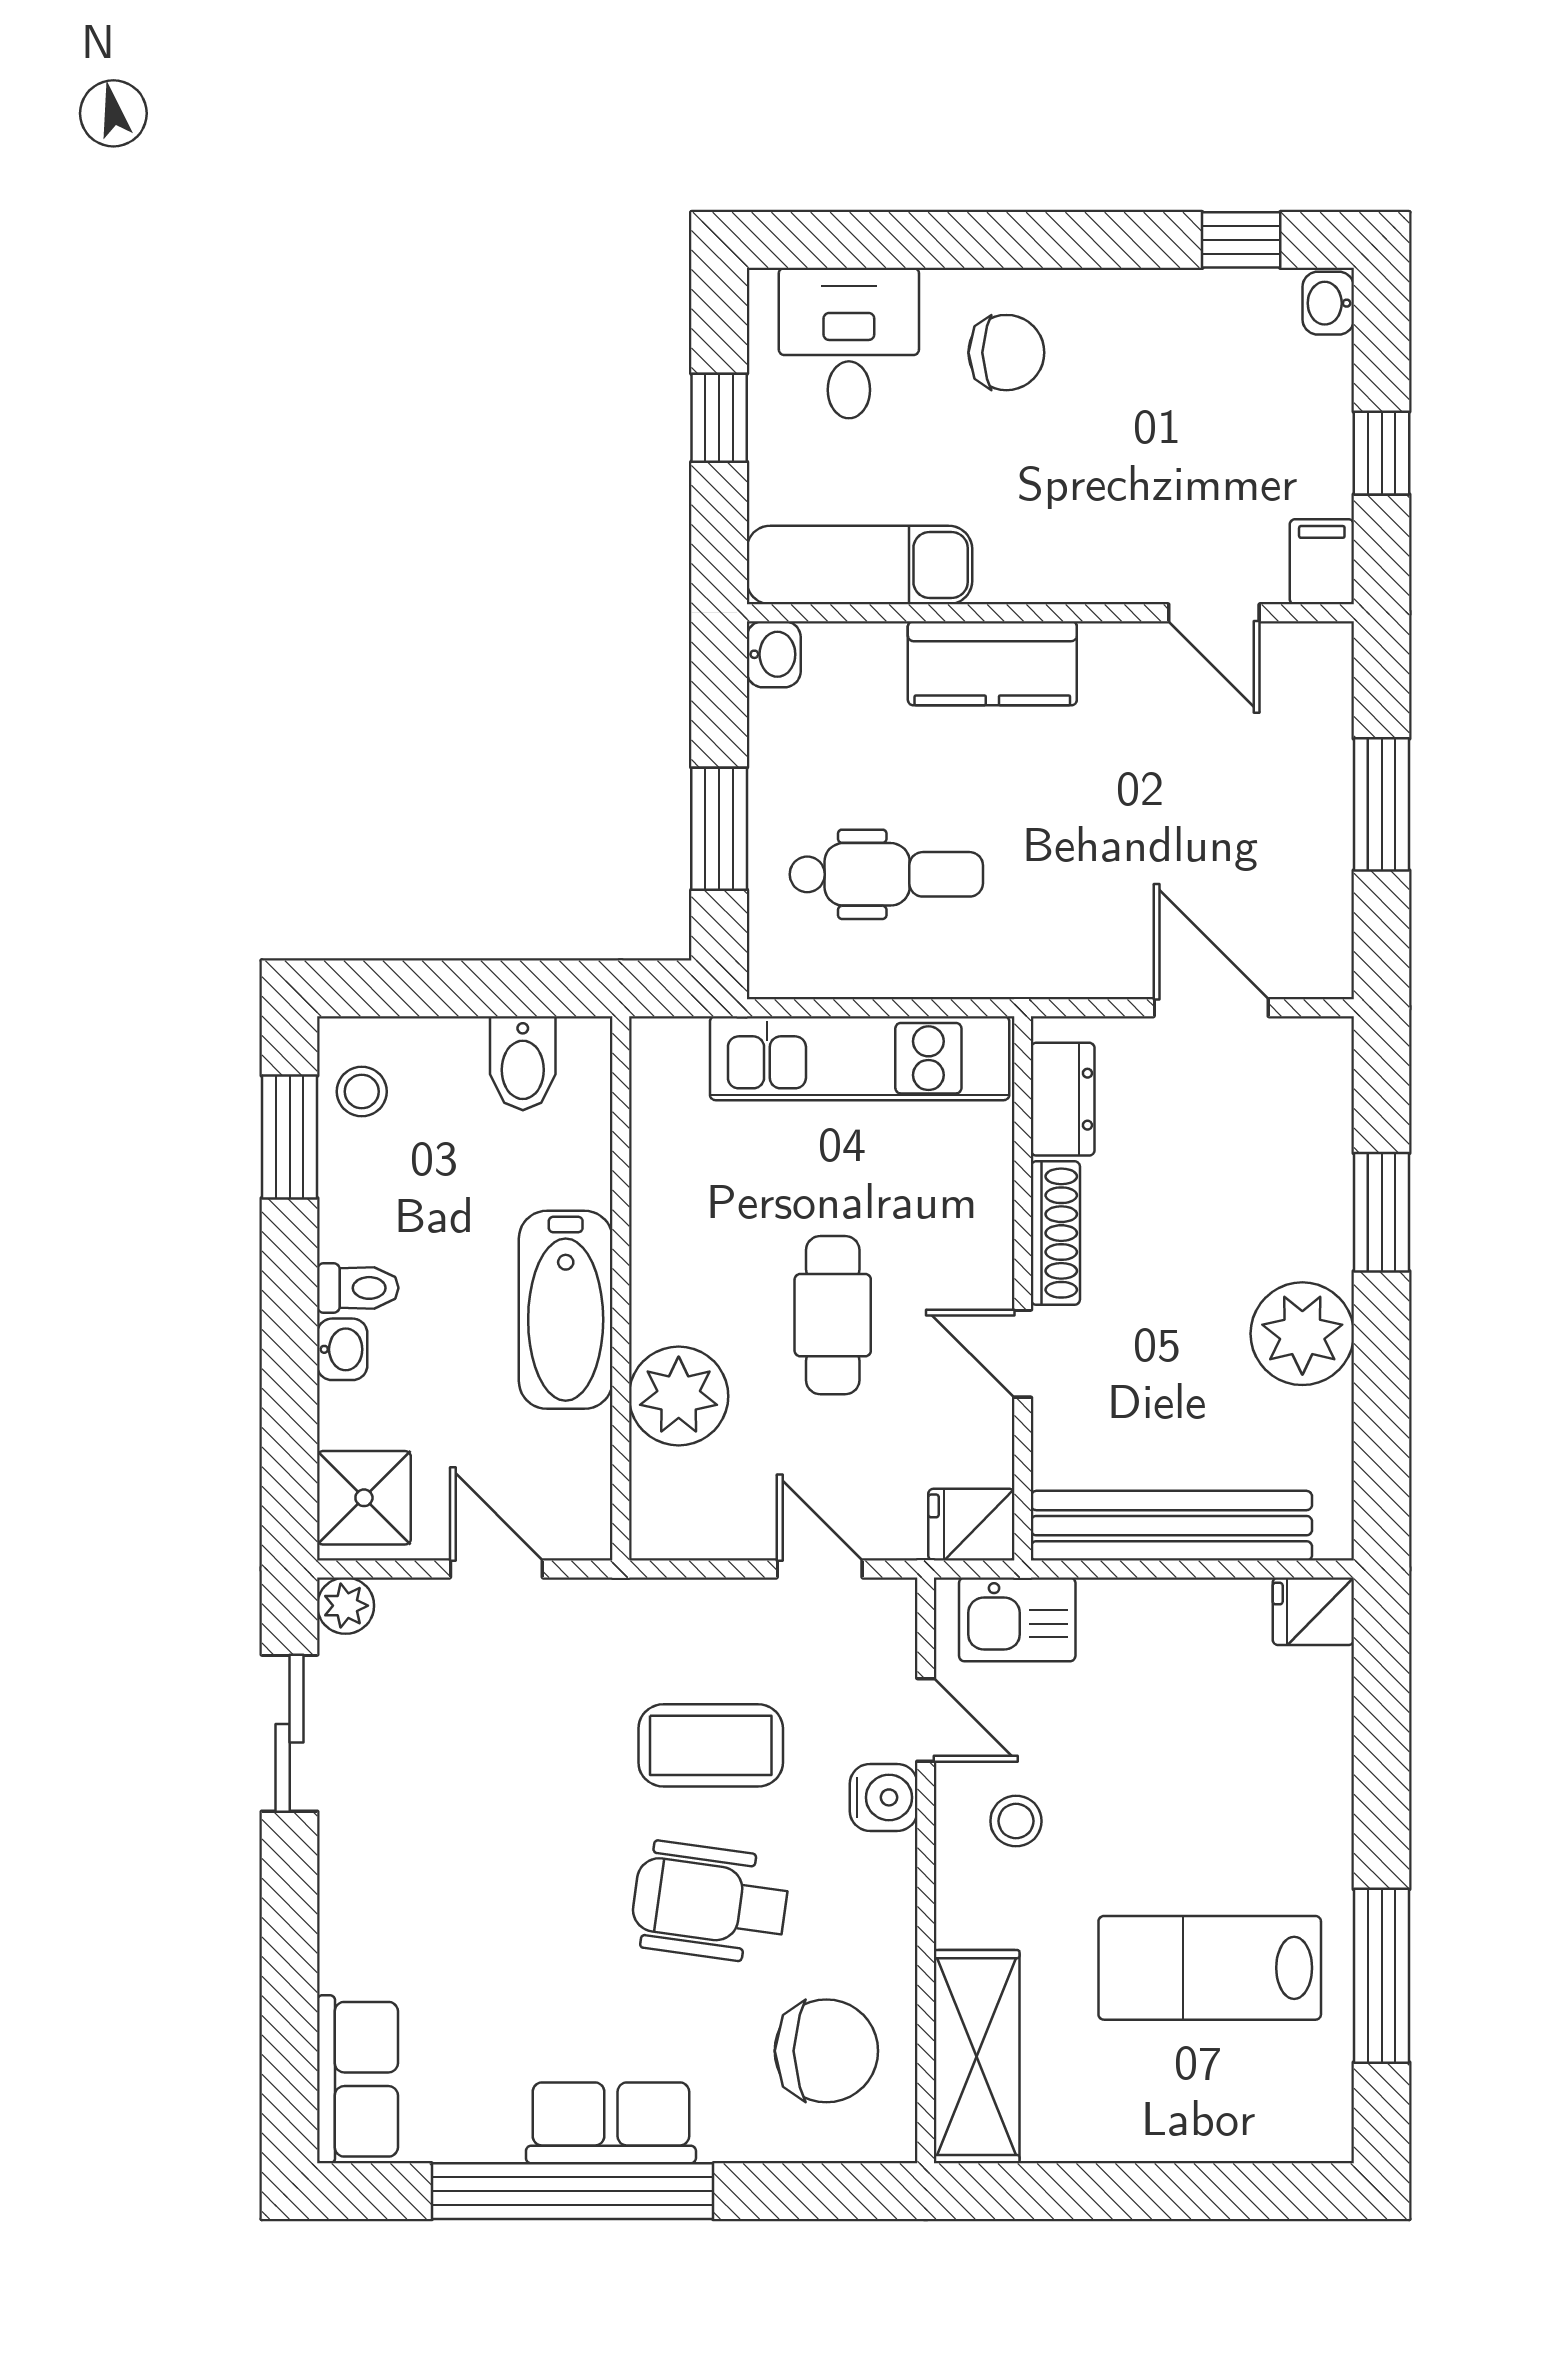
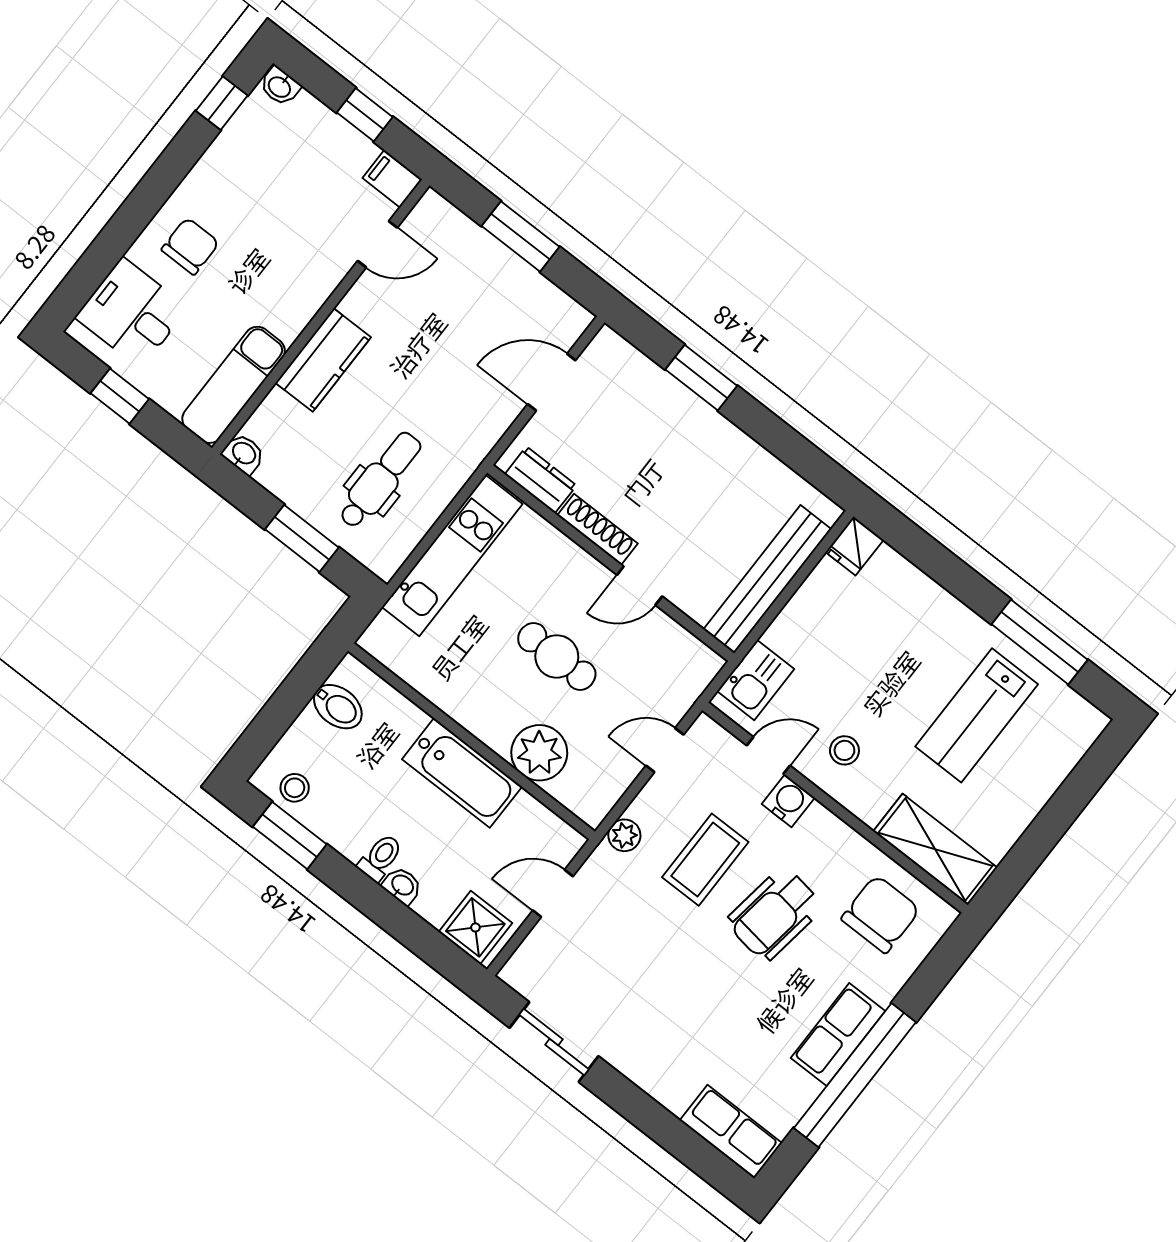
plant: (1302, 1334) -> (728, 455), removed
fridge: (971, 1525) -> (698, 668), removed
plant: (346, 1606) -> (624, 835), moved

